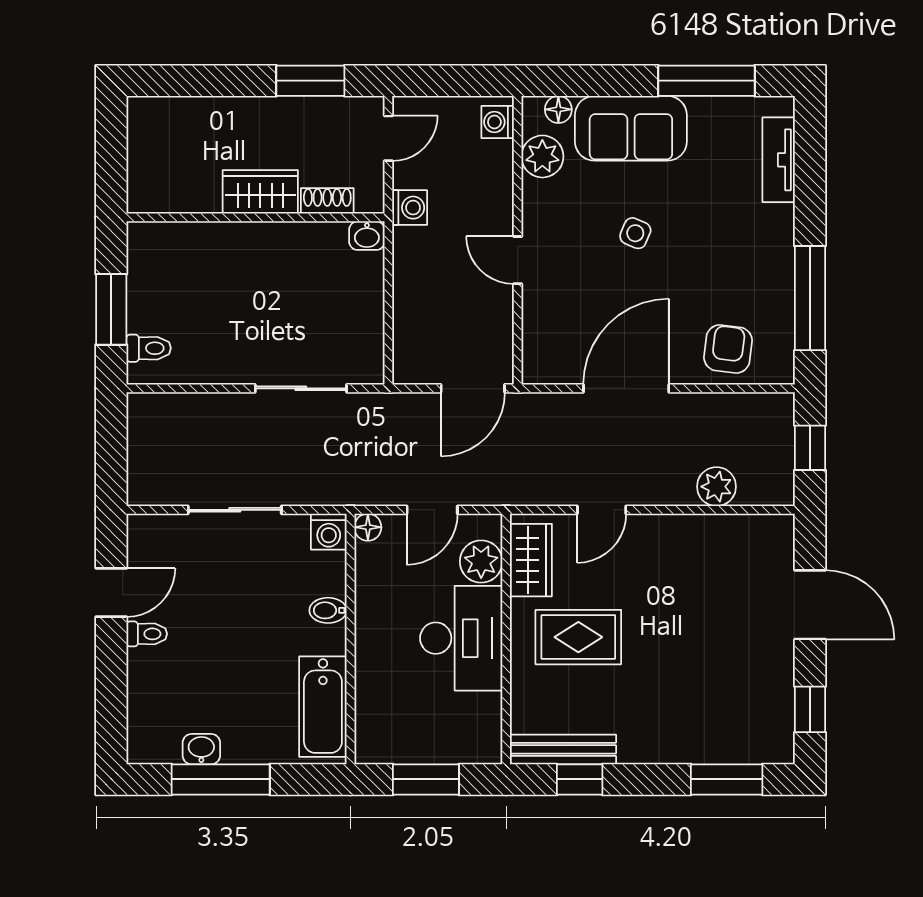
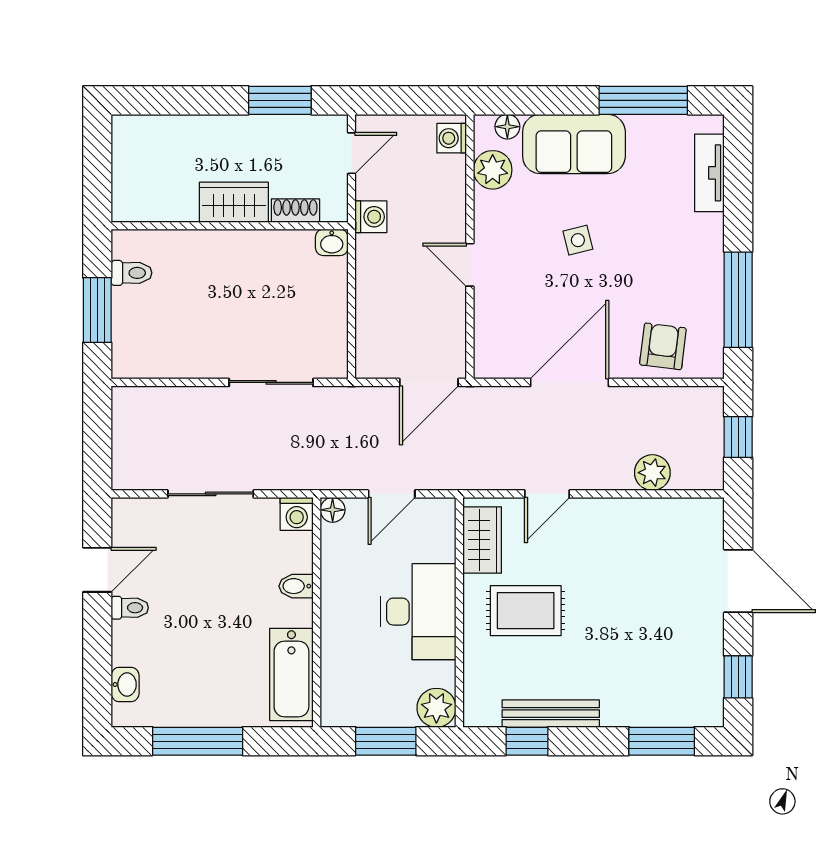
side table: (635, 233) -> (578, 240), turned -37
toilet: (149, 348) -> (132, 273), moved
plant: (481, 561) -> (436, 708), moved
washbasin: (201, 749) -> (125, 684), moved, turned 90
bench: (563, 749) -> (551, 714), moved

